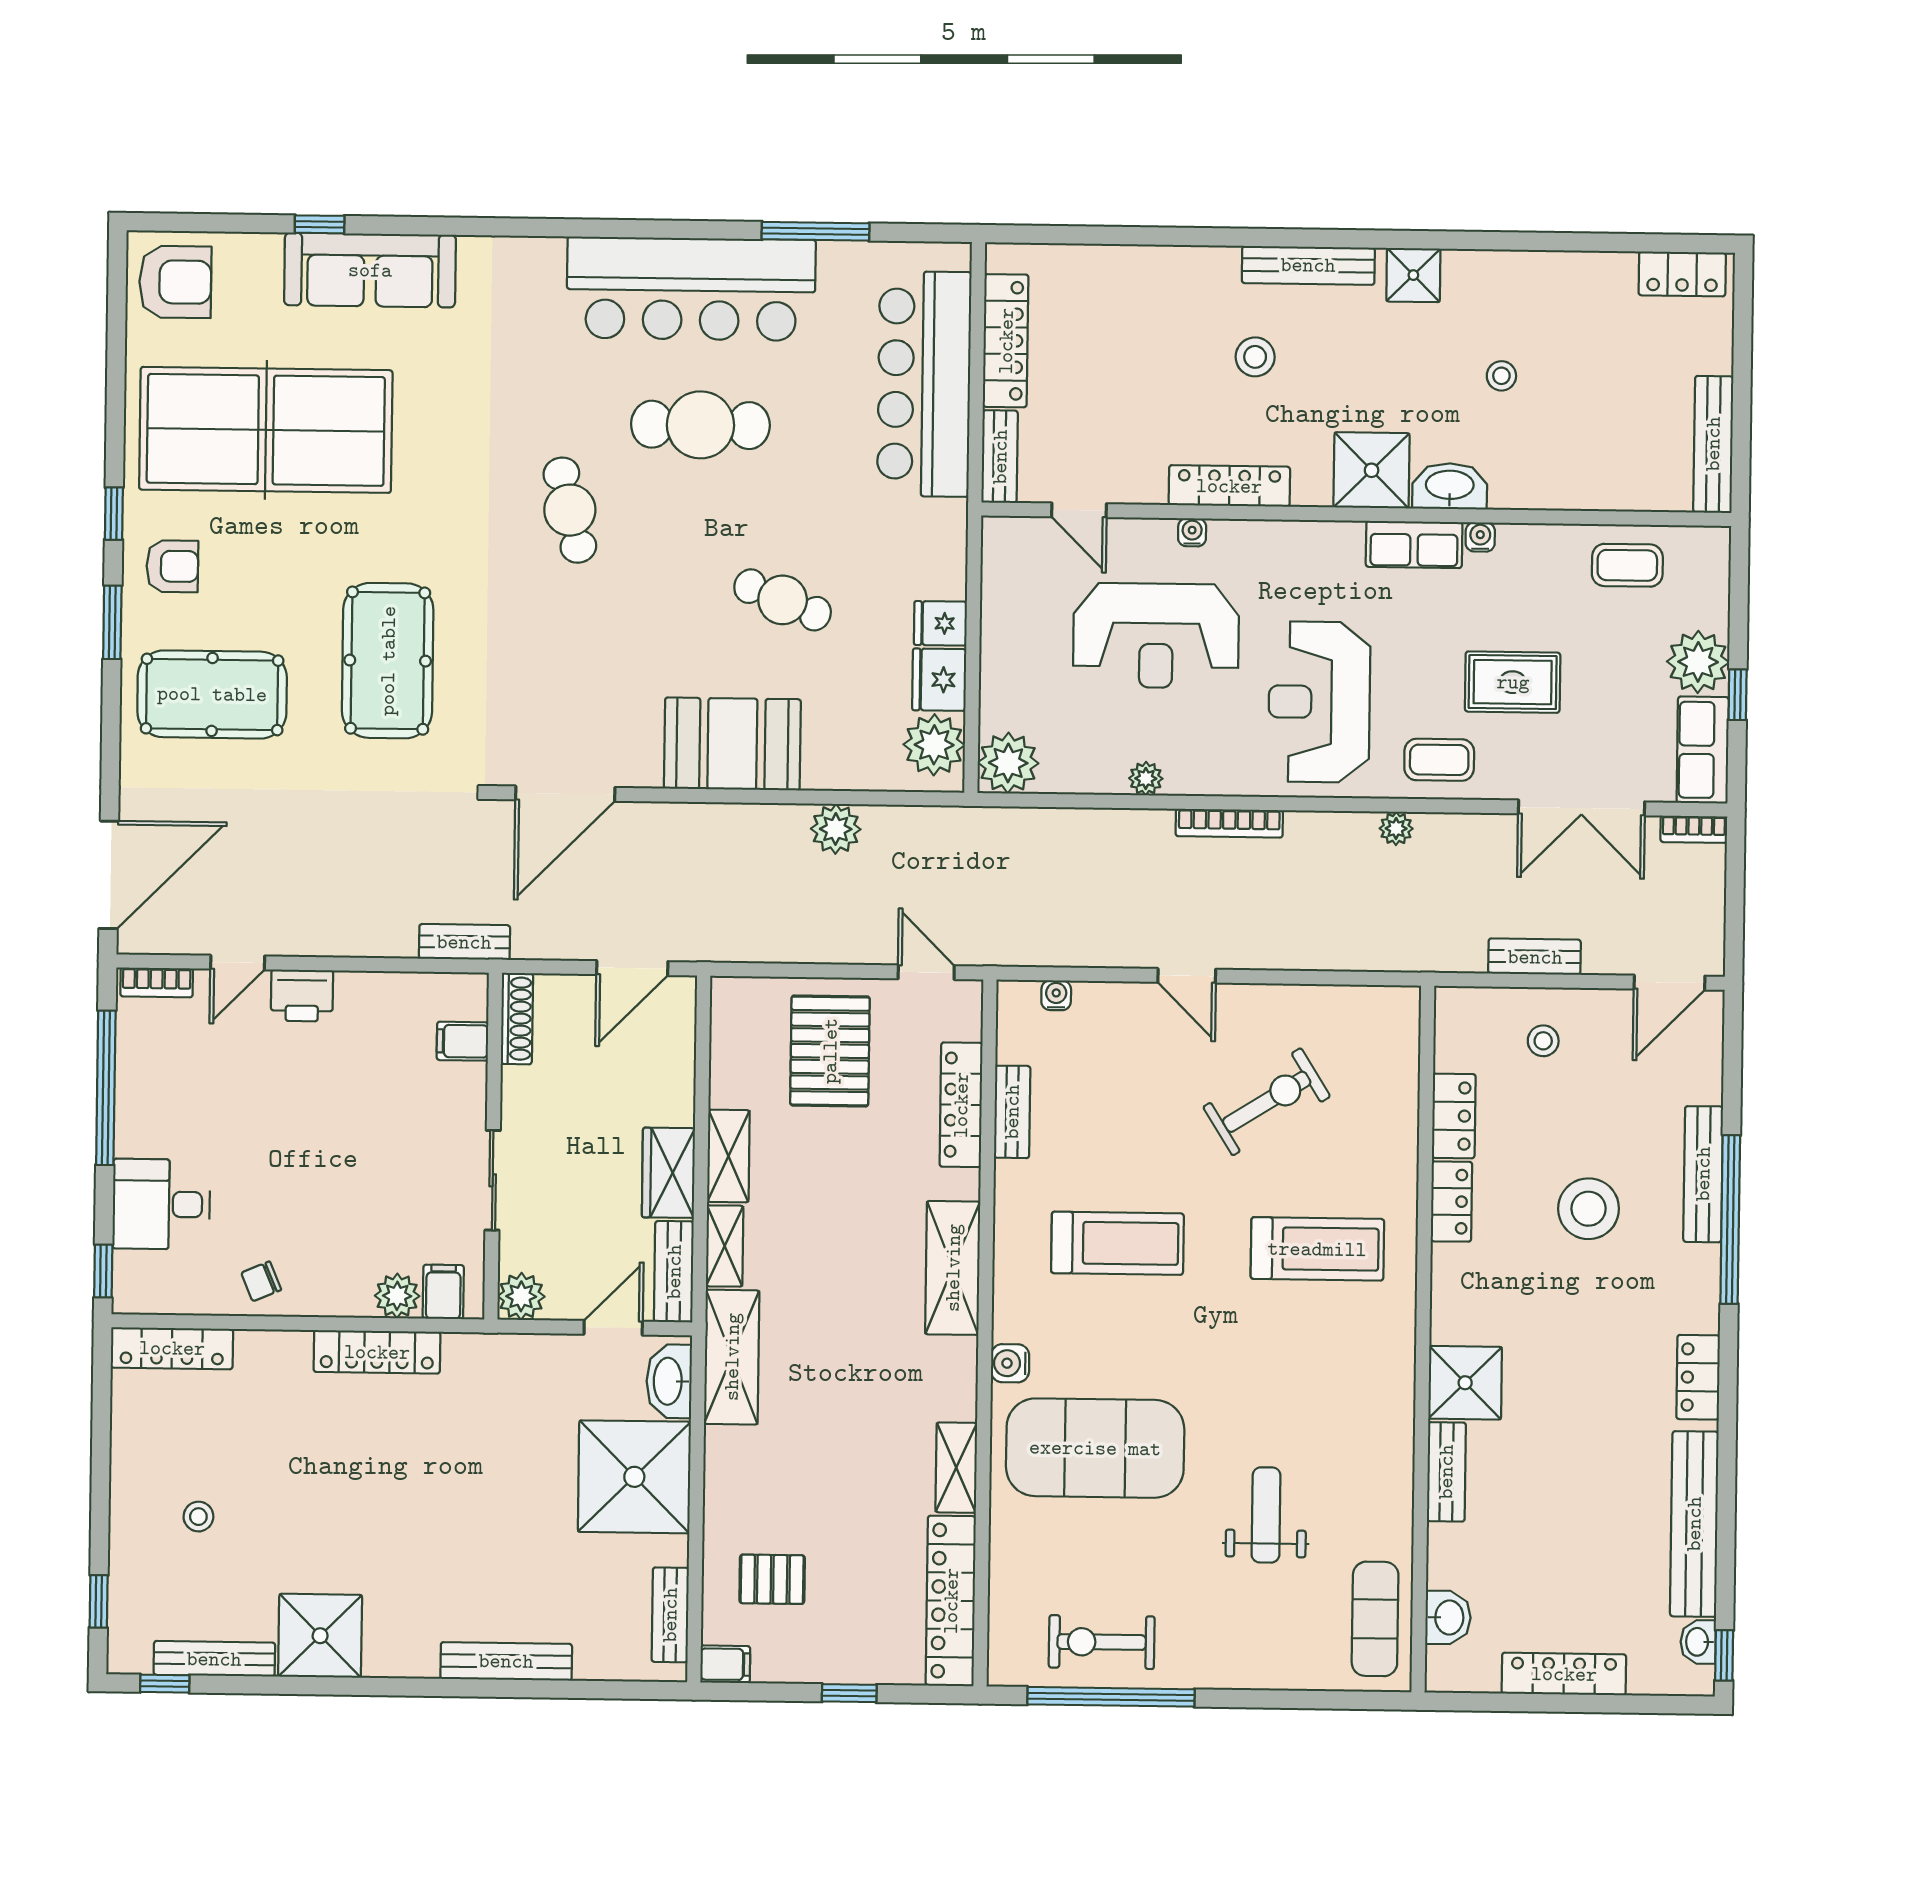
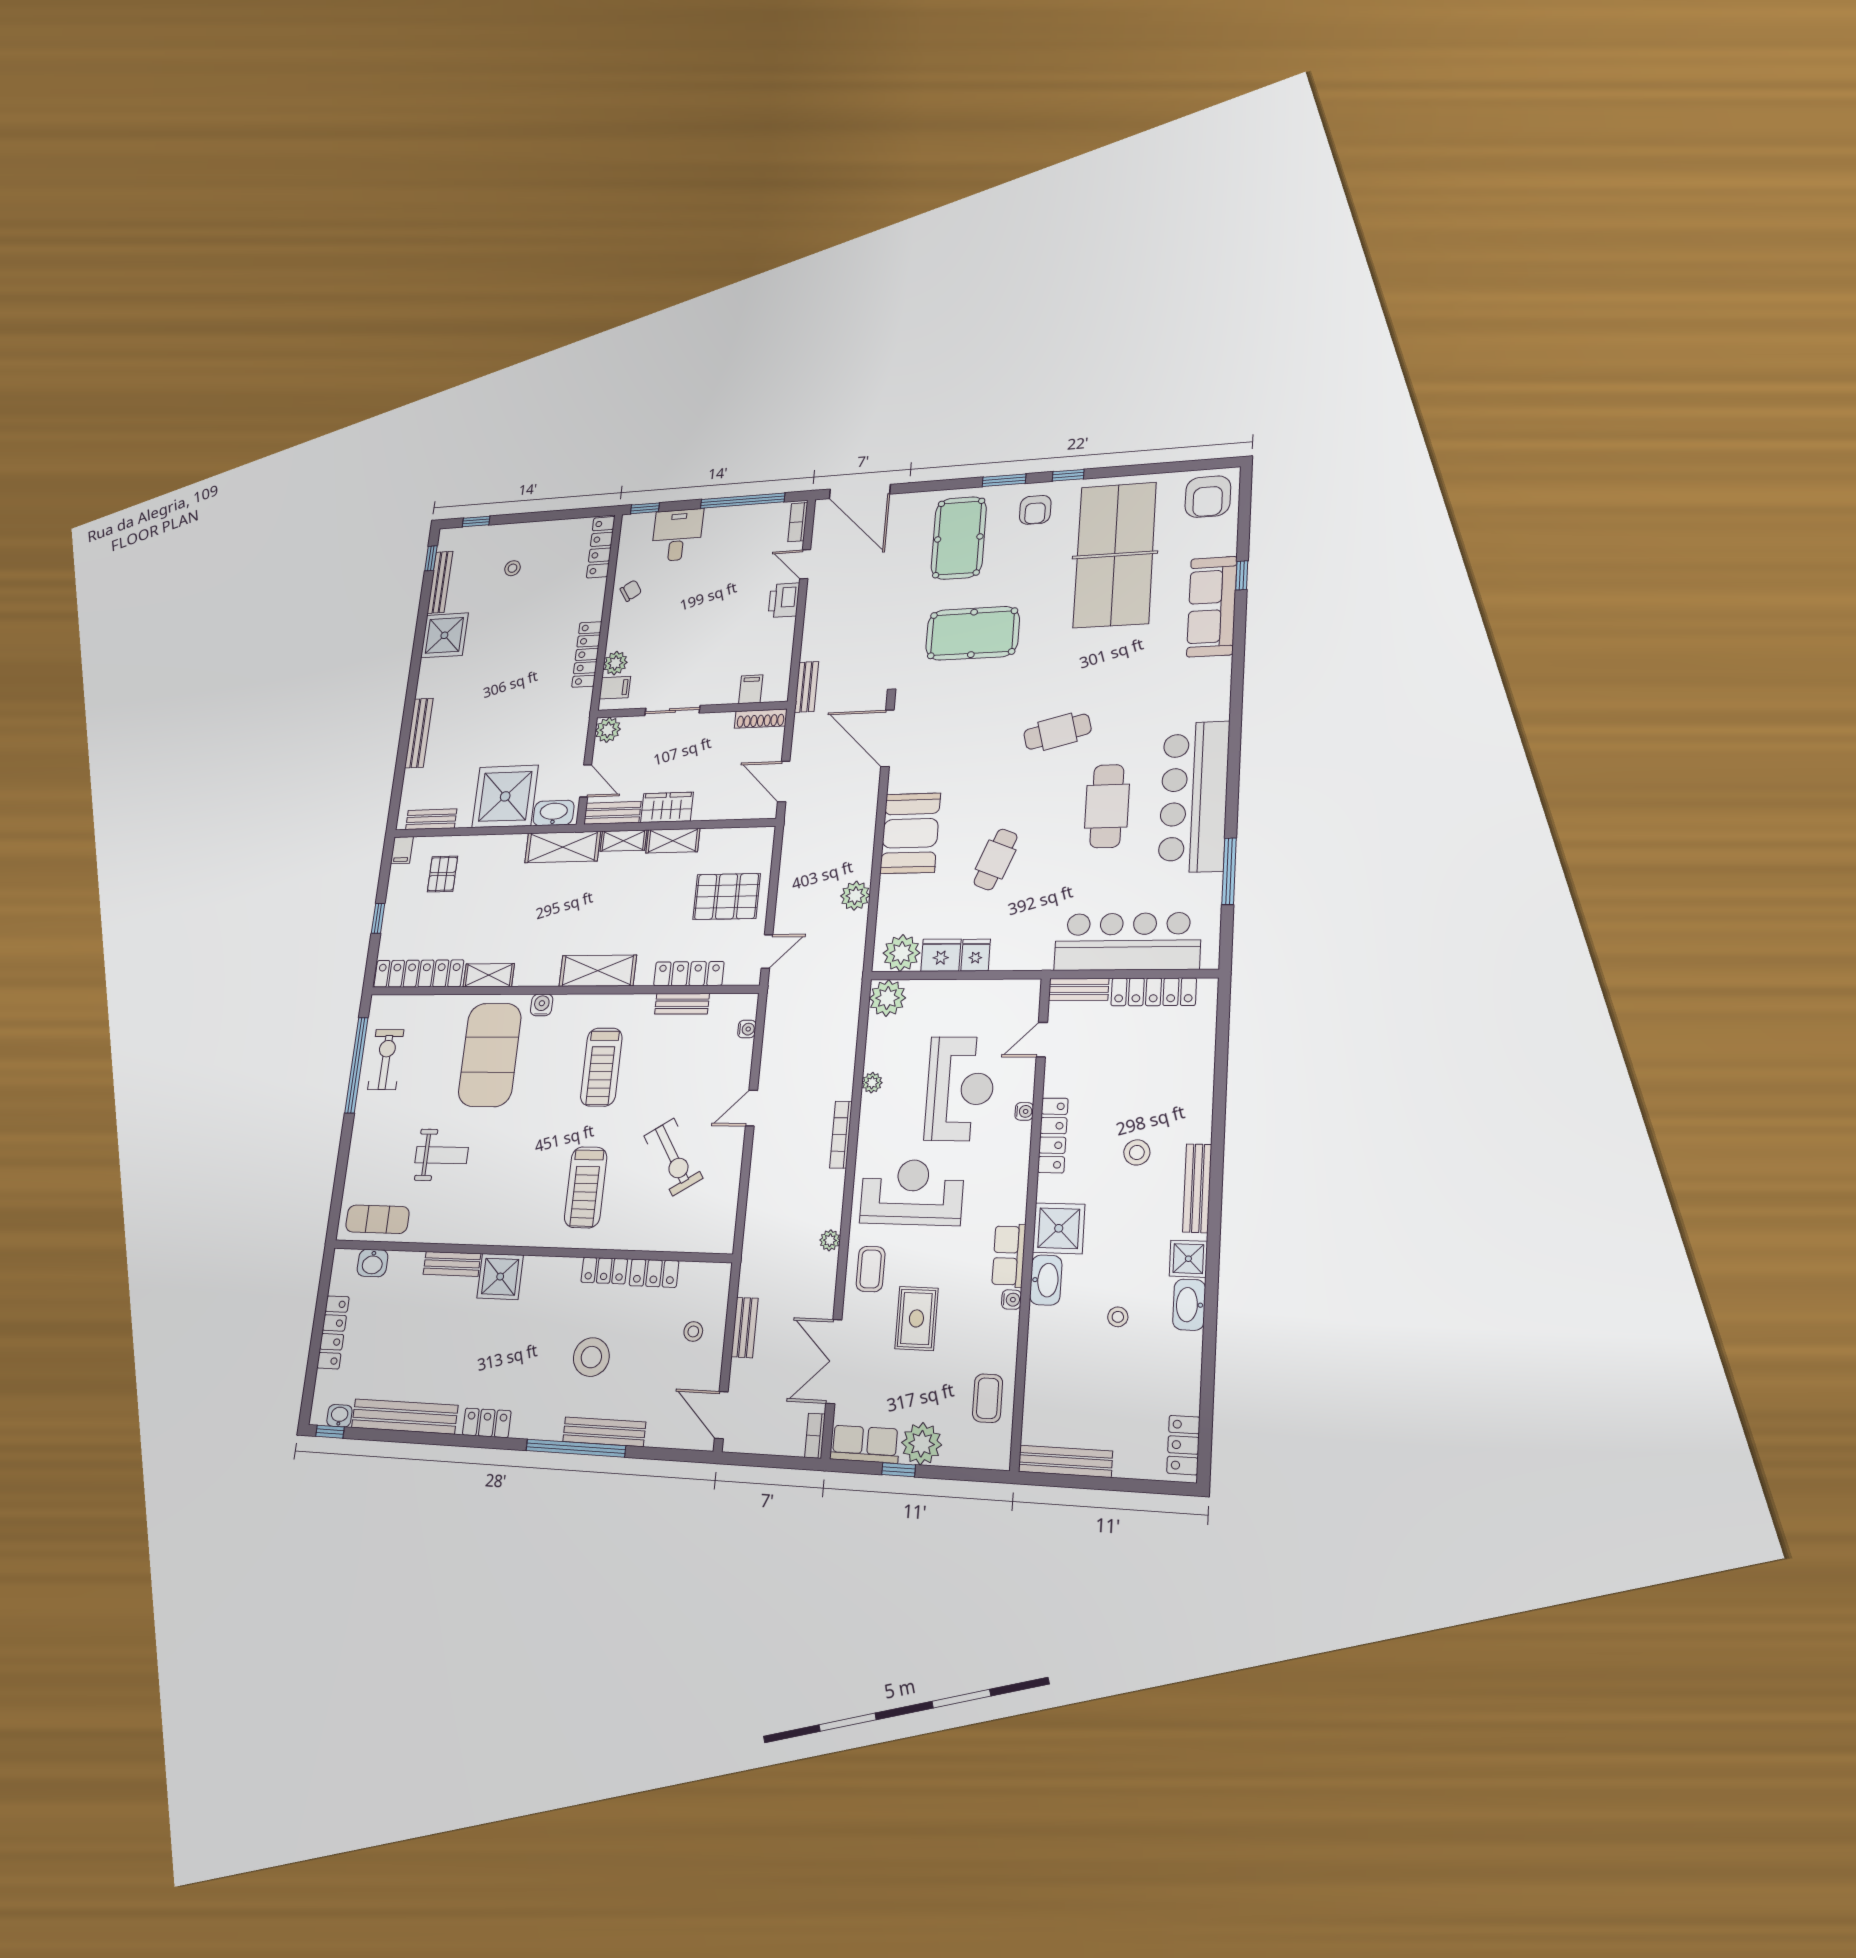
washbasin: (1481, 272) -> (1189, 1305), added
reception desk: (1156, 636) -> (960, 1089), turned 180
chair: (261, 1281) -> (631, 591), turned 81

